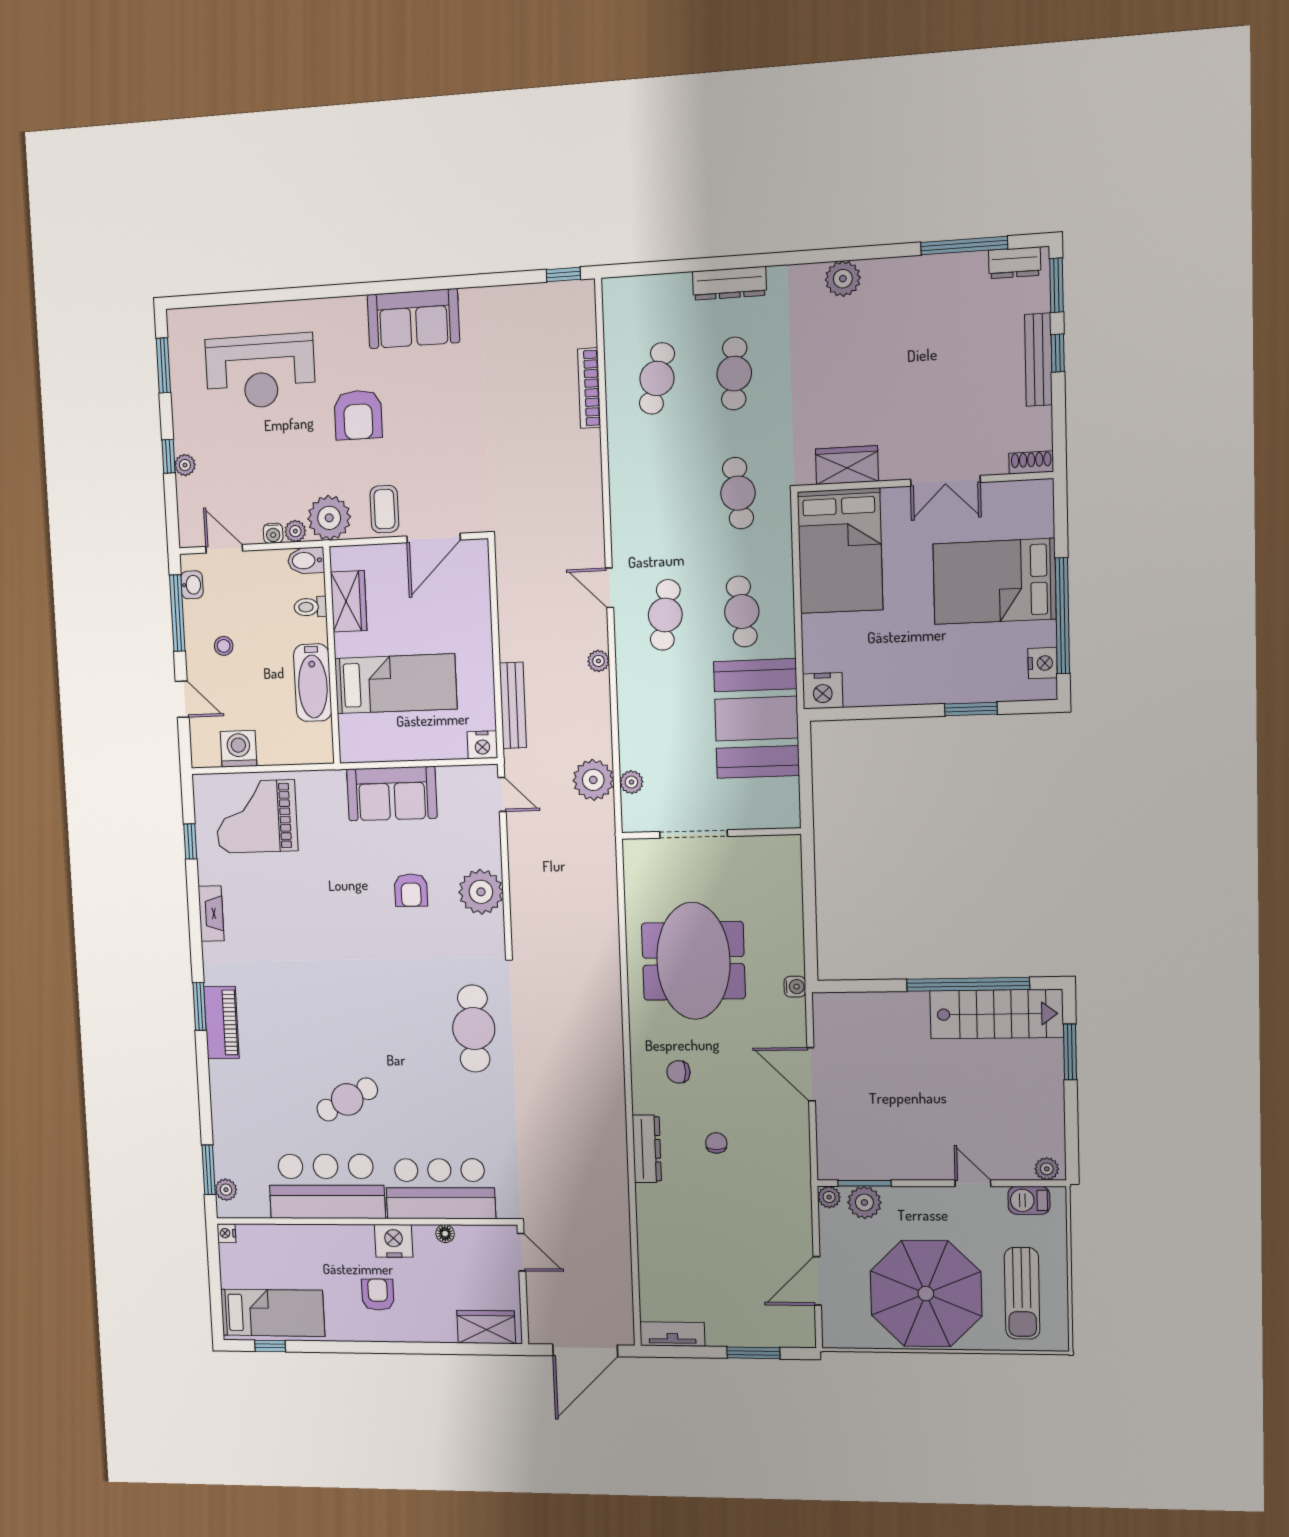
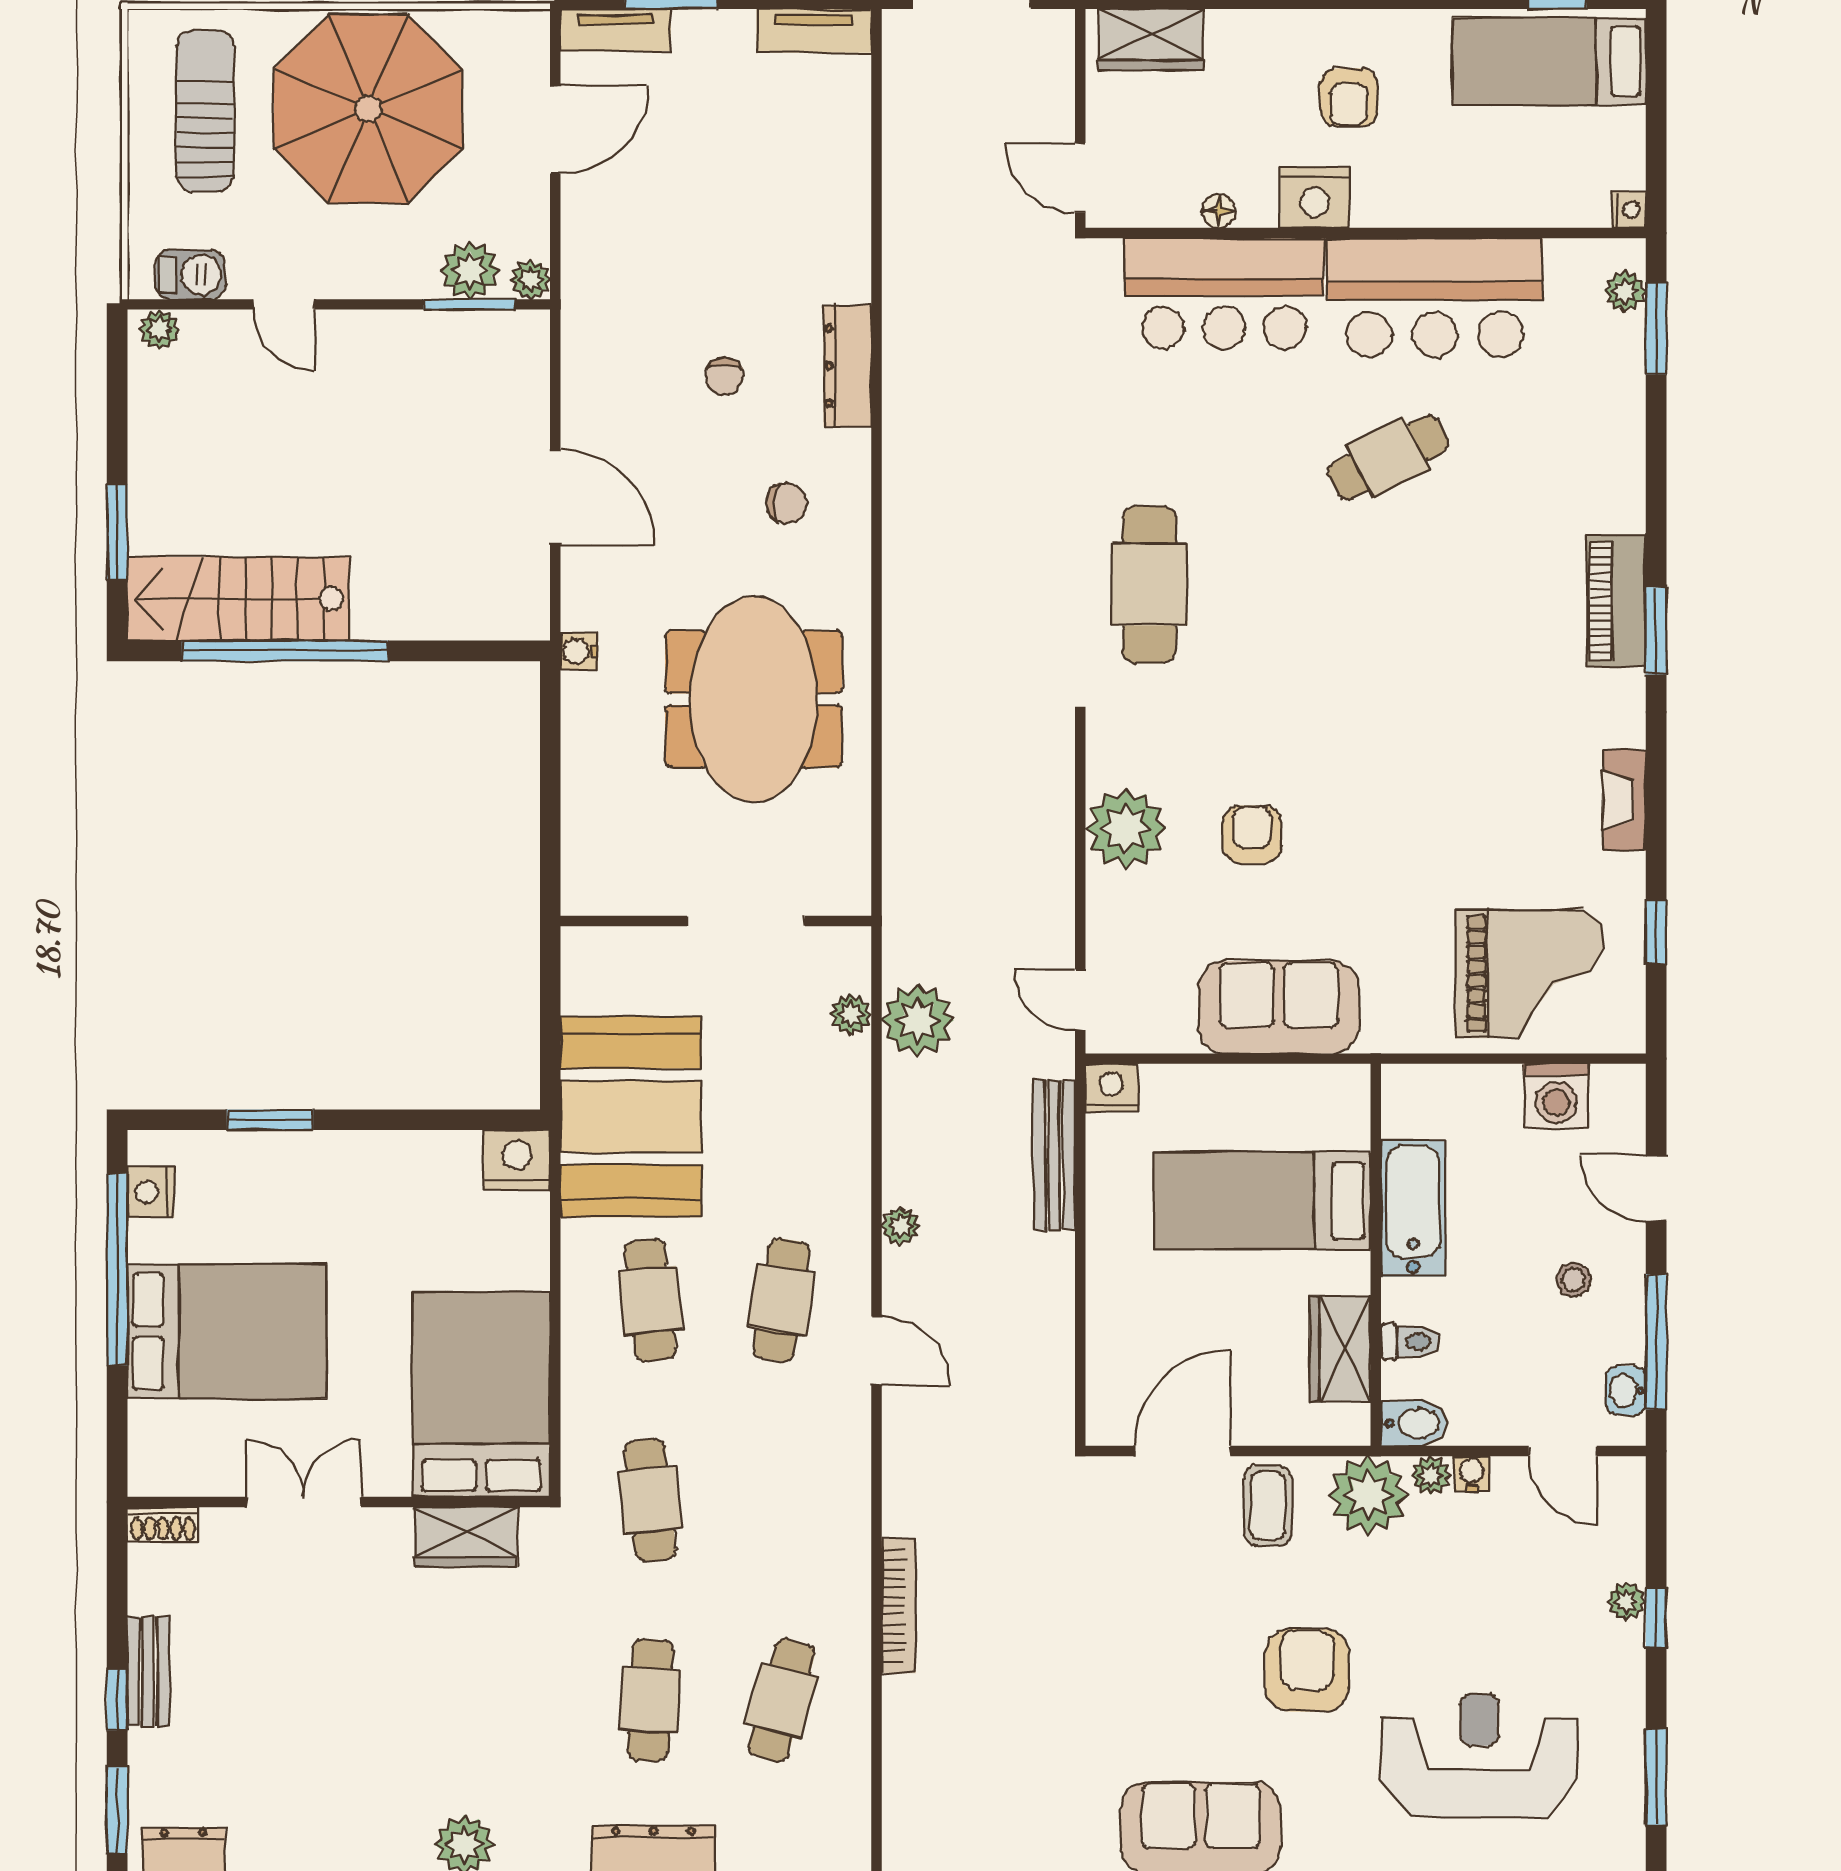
bench: (1038, 360) -> (148, 1671), width x0.73
bookcase: (589, 388) -> (899, 1606), moved
tv unit: (784, 1336) -> (616, 30), added

